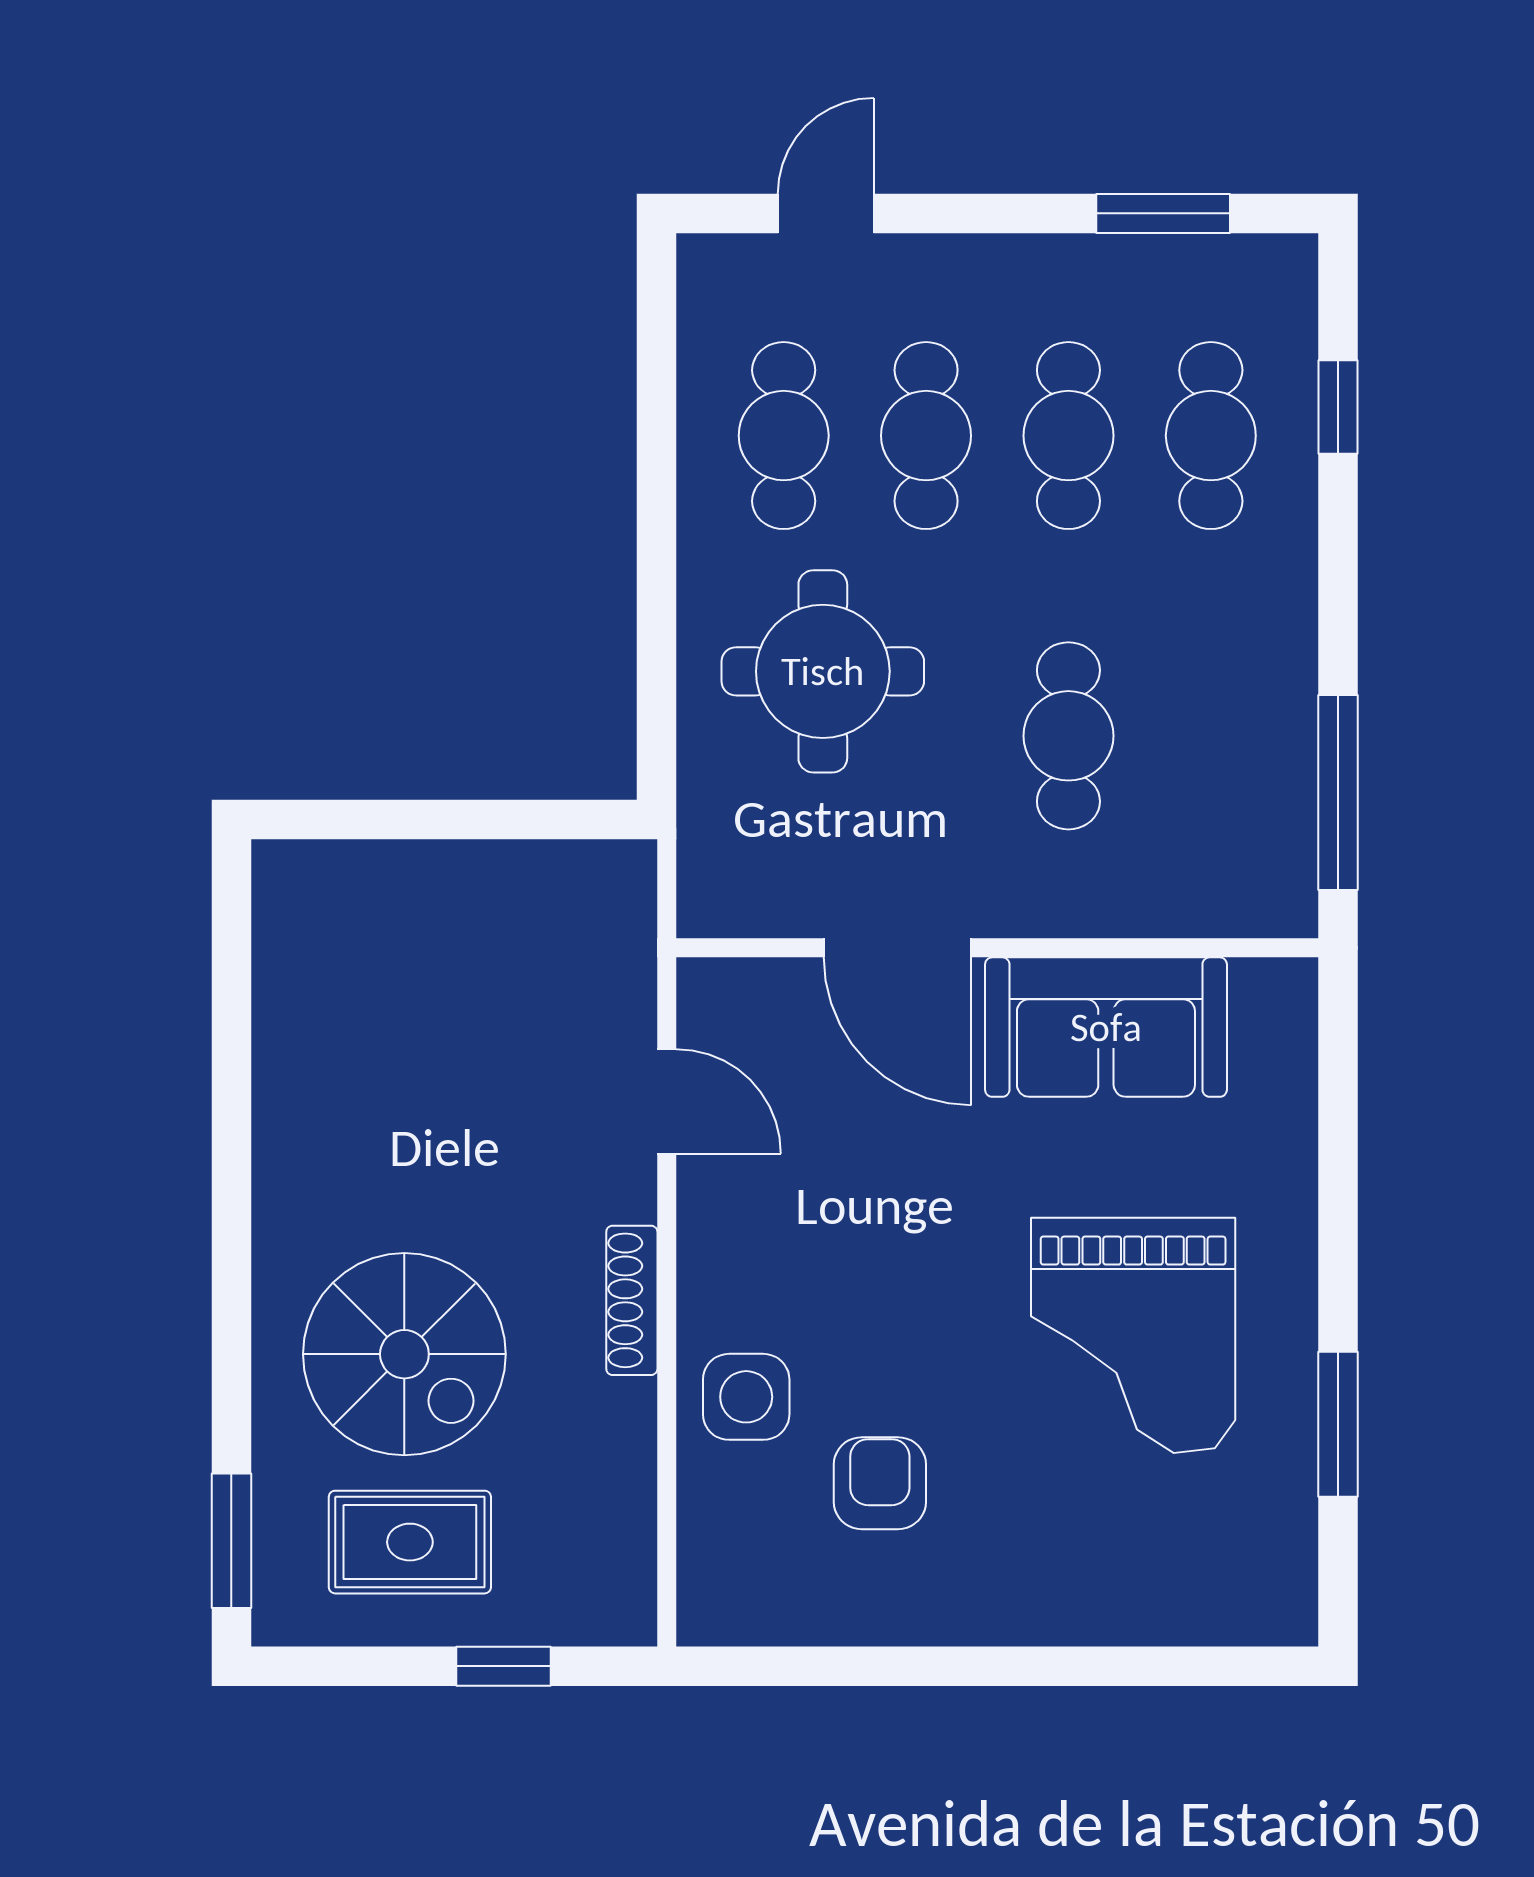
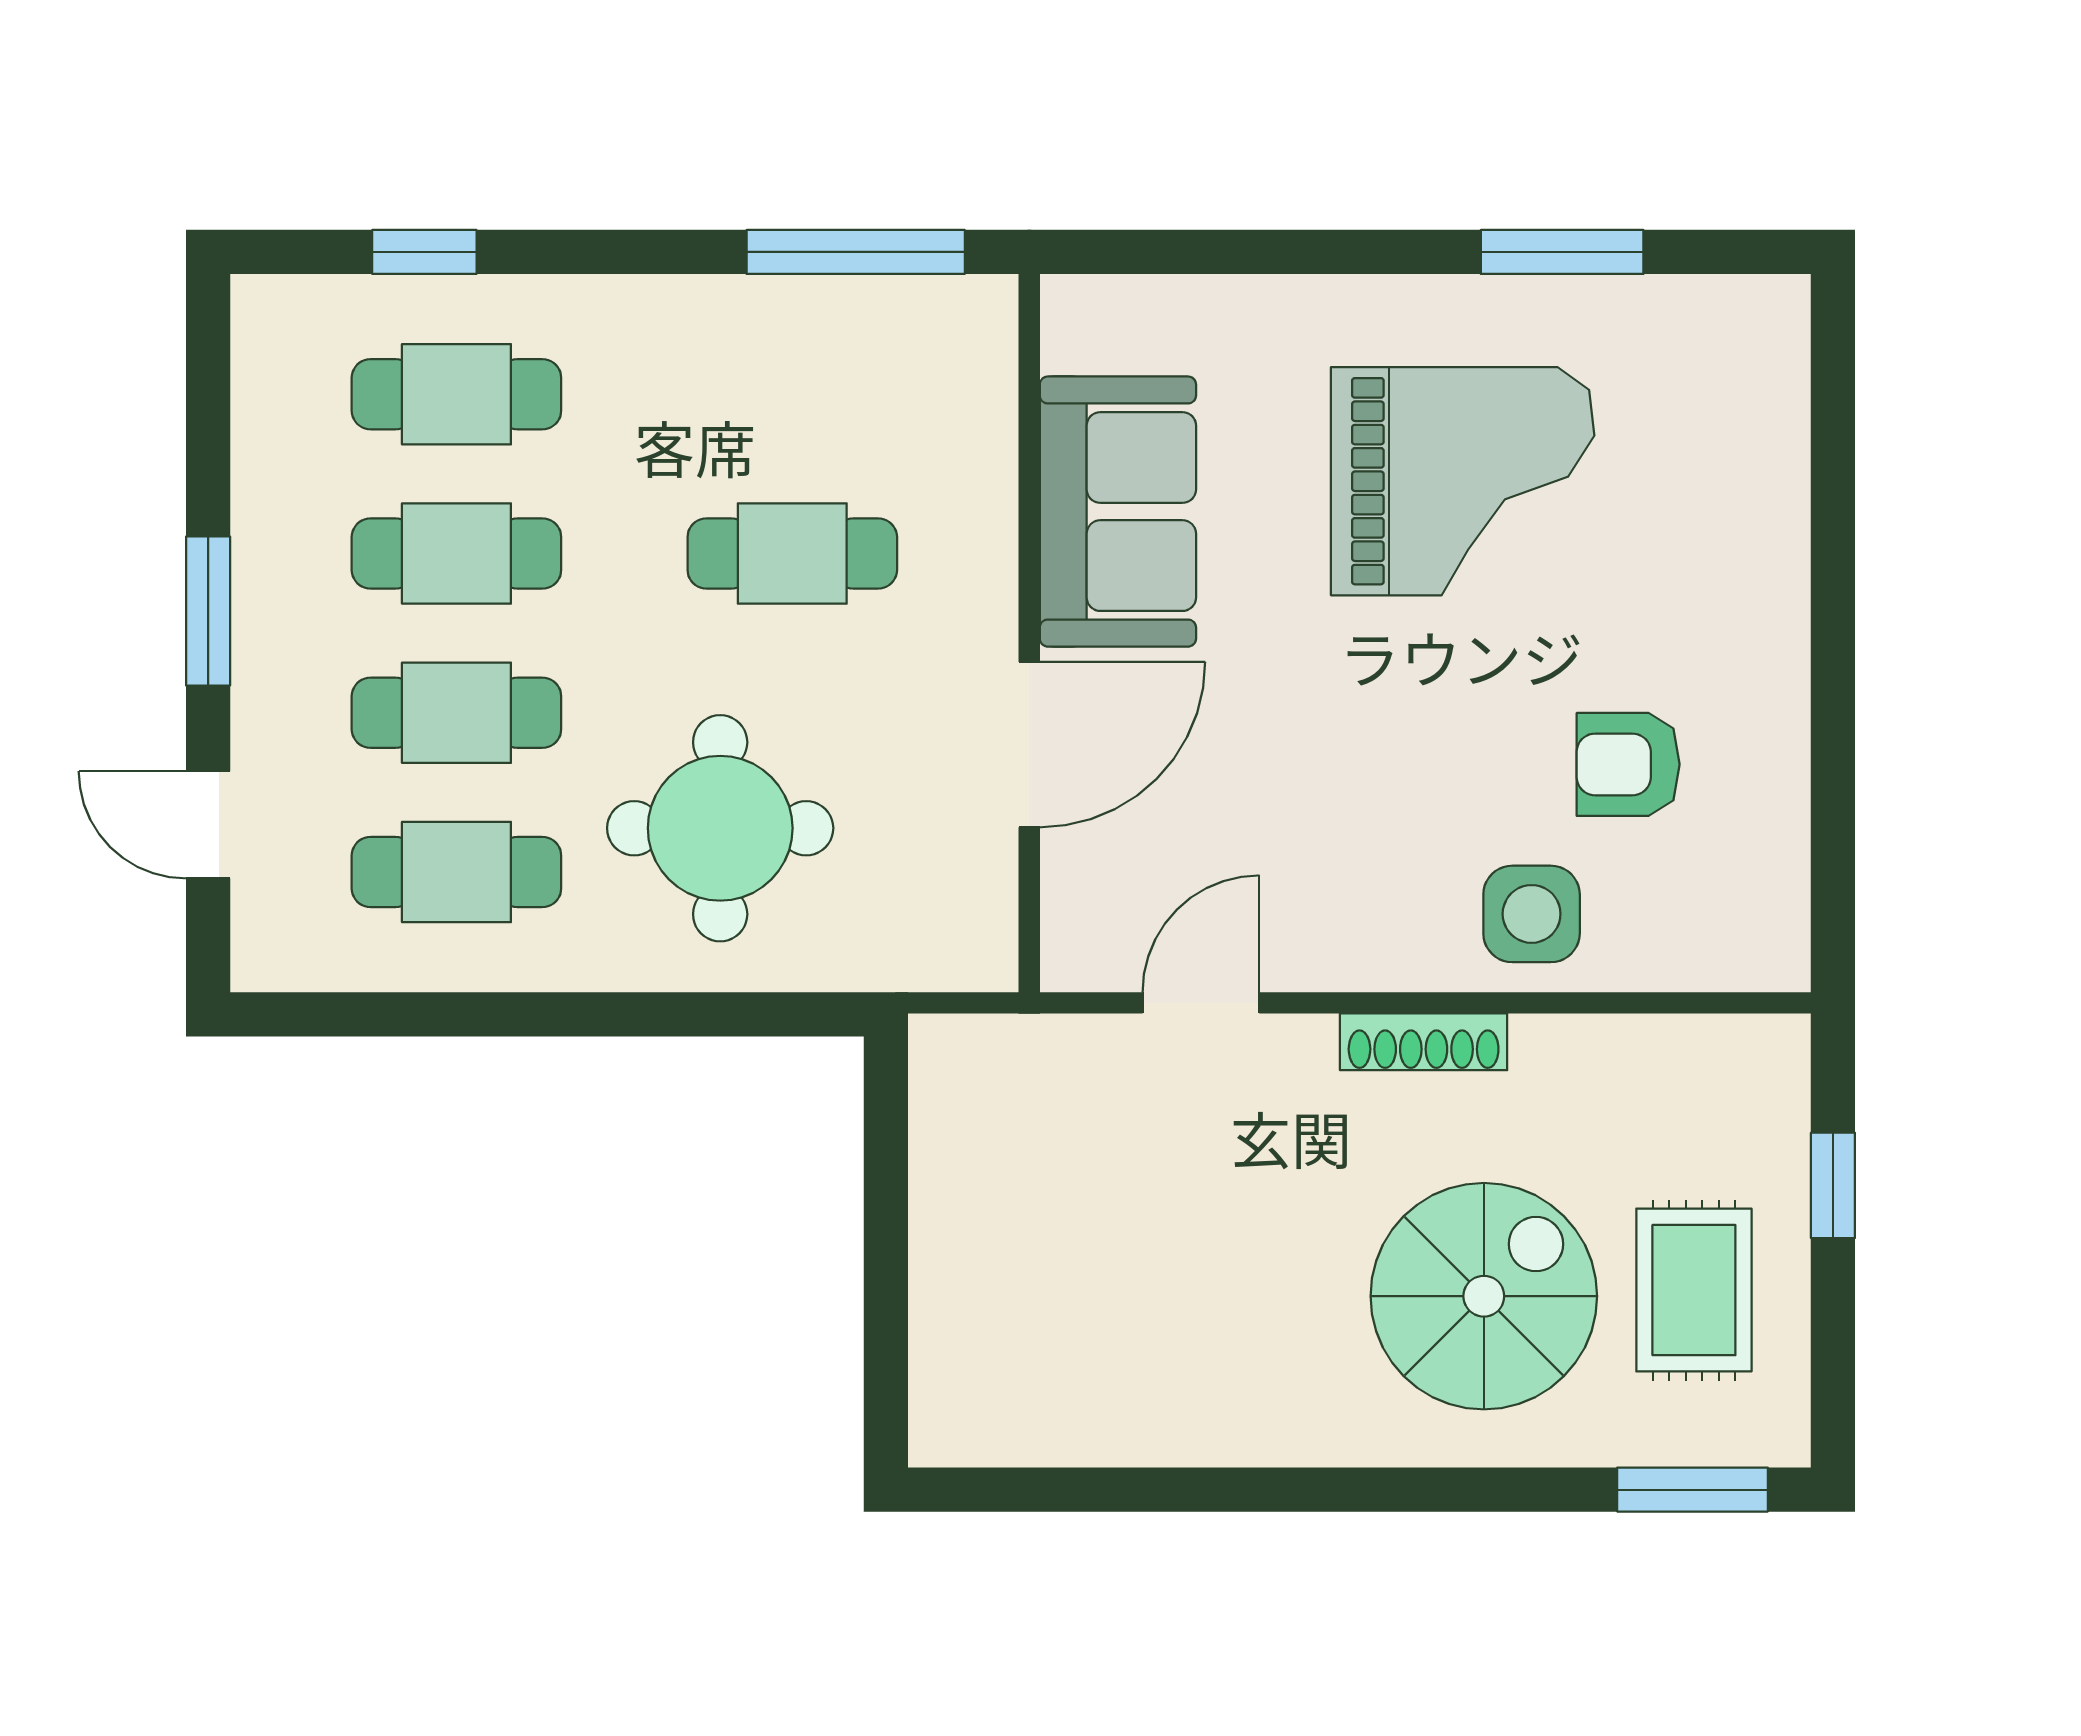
window: (1163, 213) -> (208, 611), moved

